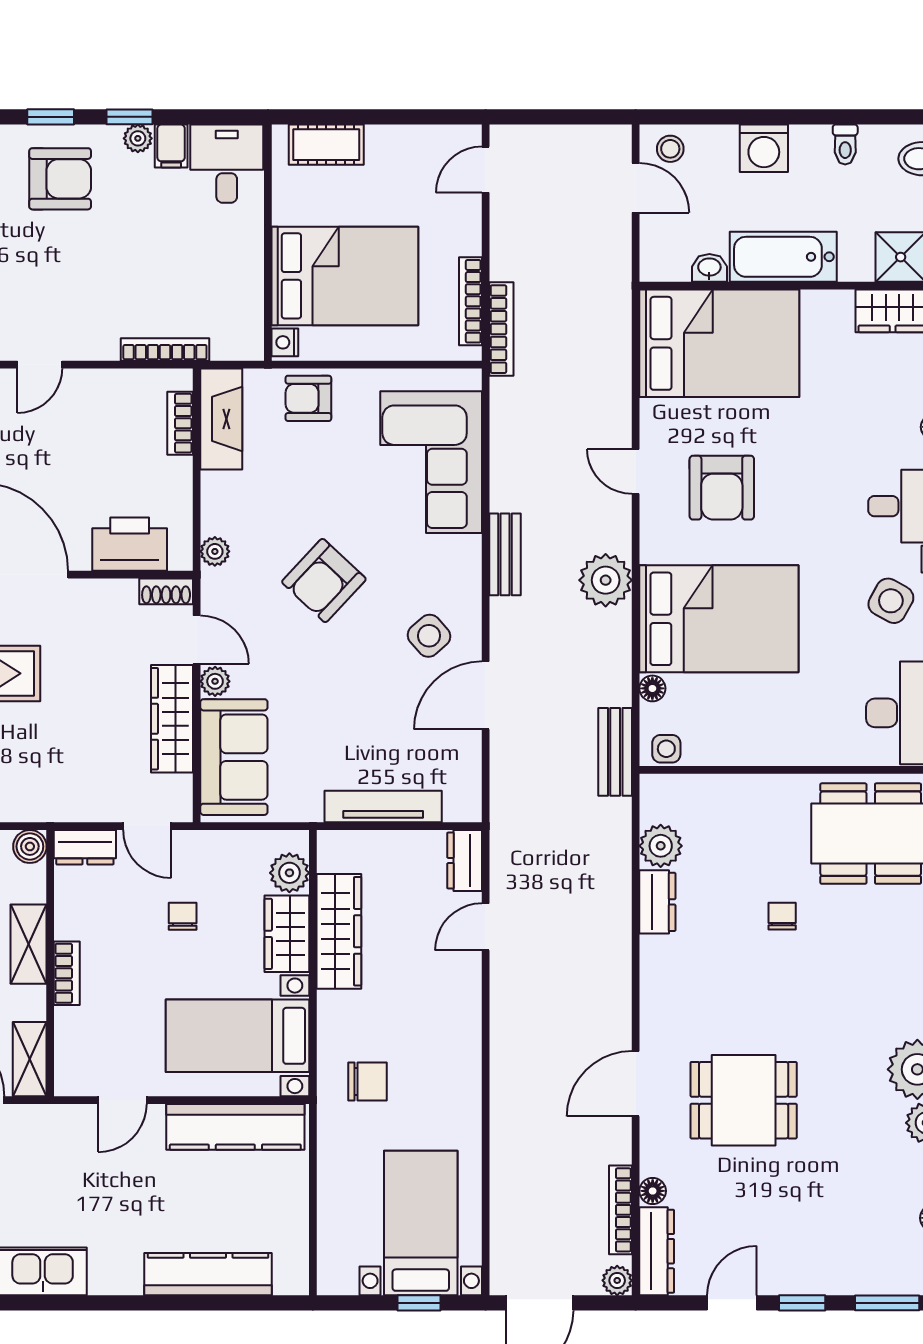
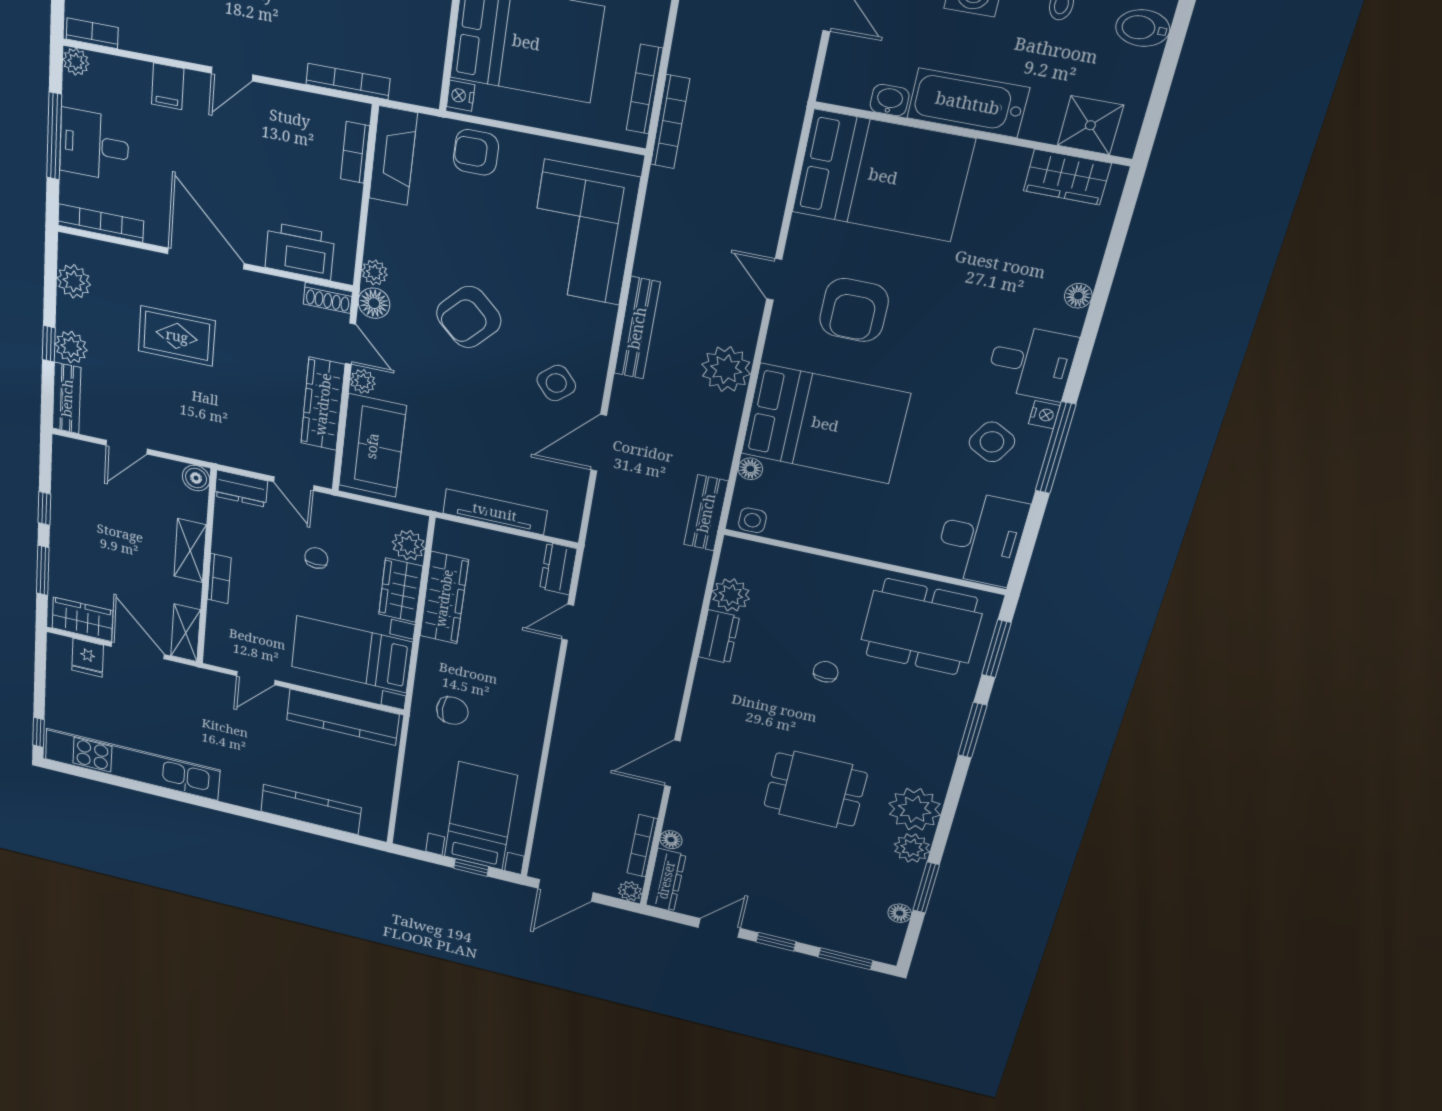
bench: (505, 554) -> (637, 328), width x1.36
floor lamp: (218, 587) -> (374, 303), added
dining table: (744, 1100) -> (815, 790), moved

